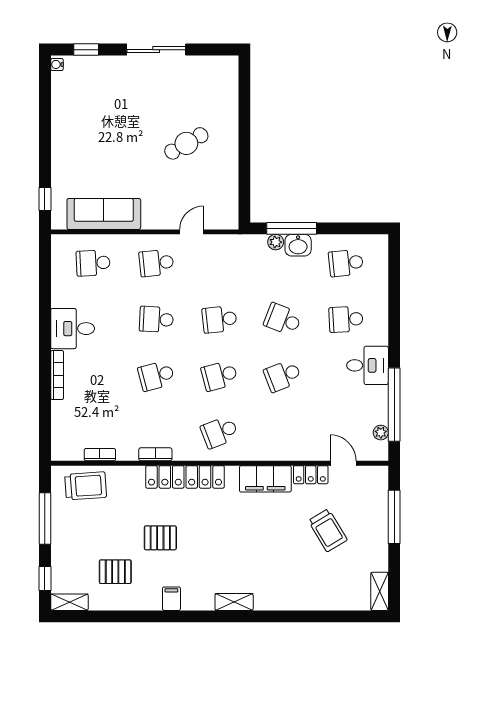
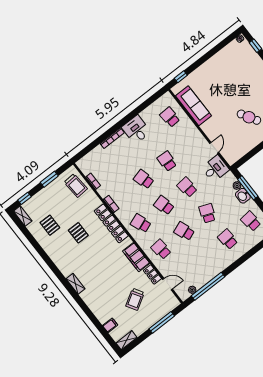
door: (192, 232) -> (214, 148), hinge flipped
school desk: (156, 263) -> (161, 249), moved
desk: (368, 365) -> (215, 169), moved, turned -90
door: (343, 463) -> (168, 284), hinge flipped
window: (45, 519) -> (49, 179), width x0.69
filing cabinet: (171, 599) -> (110, 325), moved

